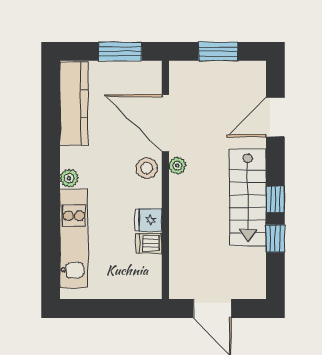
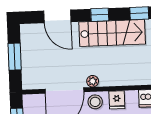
window: (275, 199) -> (100, 15), moved
fridge: (148, 220) -> (117, 100), moved

